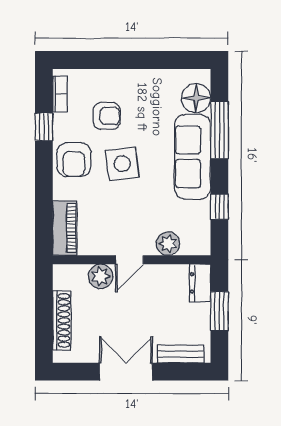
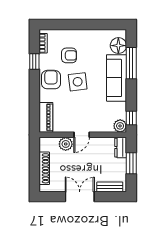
armchair: (74, 160) -> (51, 80), turned 180
window: (219, 207) -> (131, 118), moved
plant: (168, 244) -> (120, 126), moved

